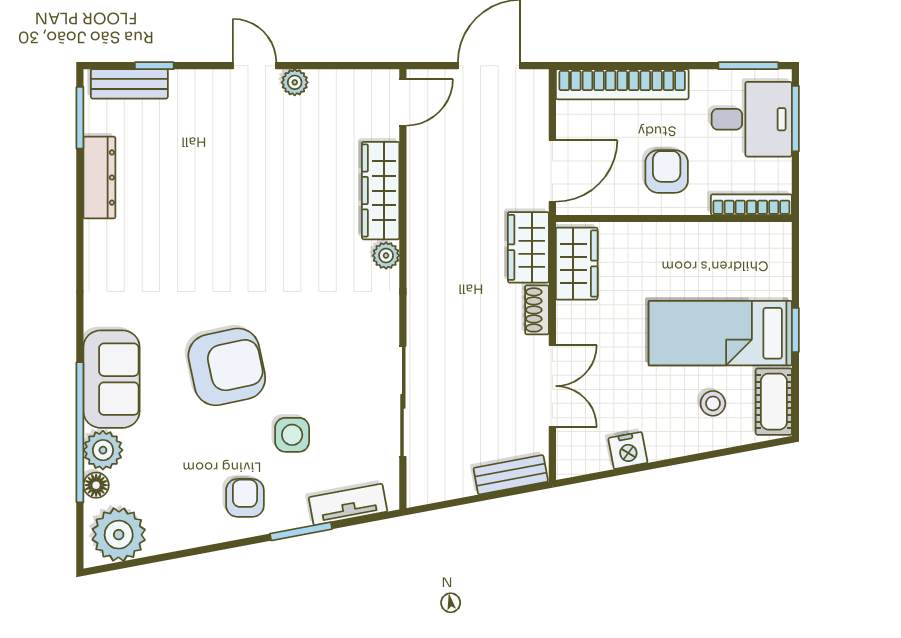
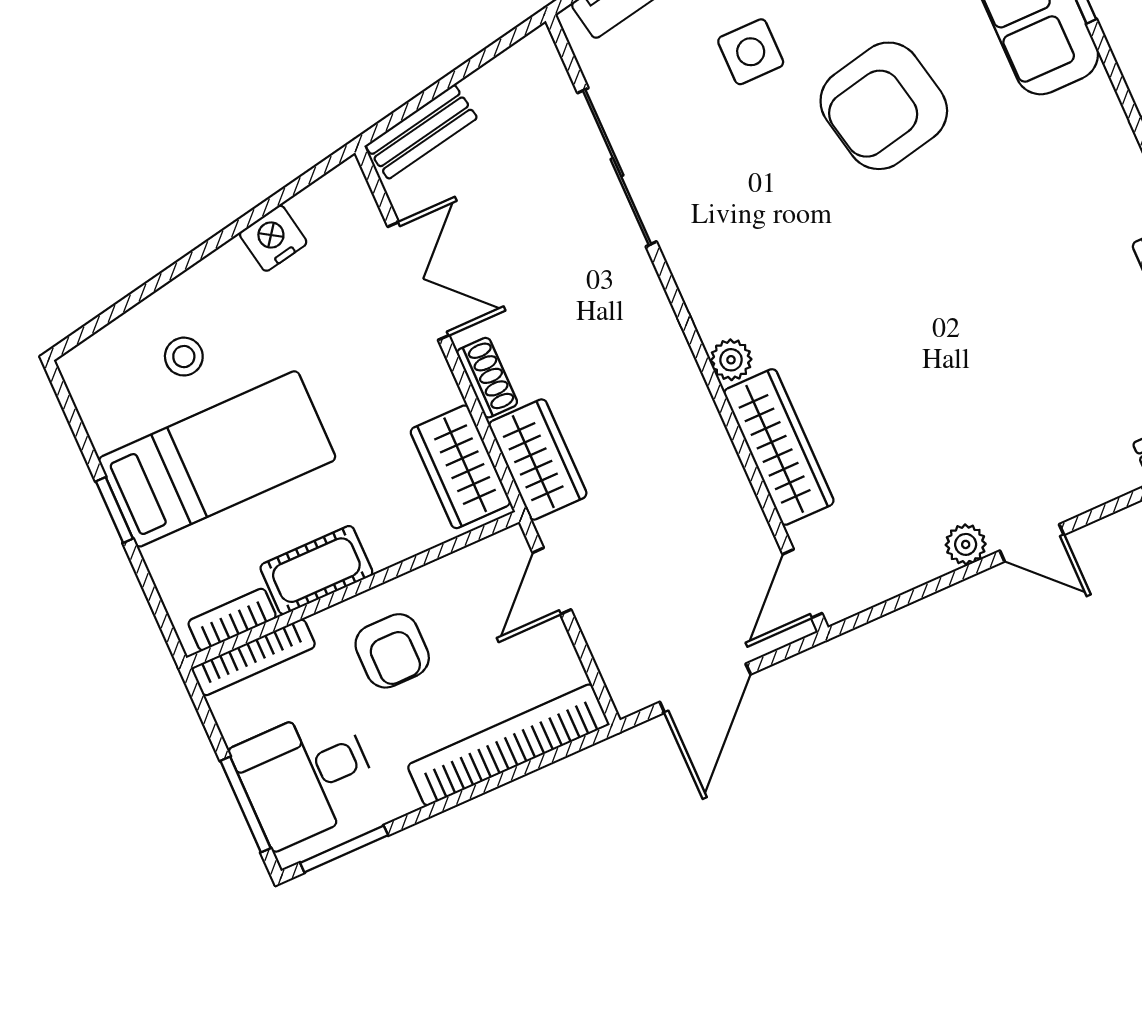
door: (552, 171) -> (552, 581), width x0.73
bookcase: (754, 233) -> (232, 619), added
double door: (552, 386) -> (418, 281), swing flipped
cot: (774, 402) -> (316, 570), moved, turned 90

